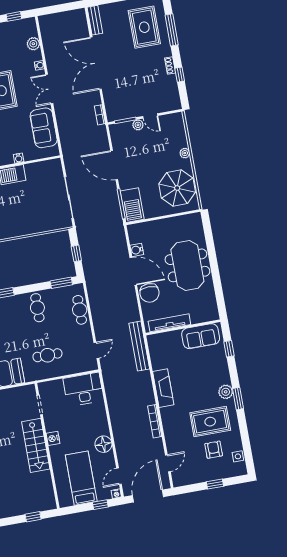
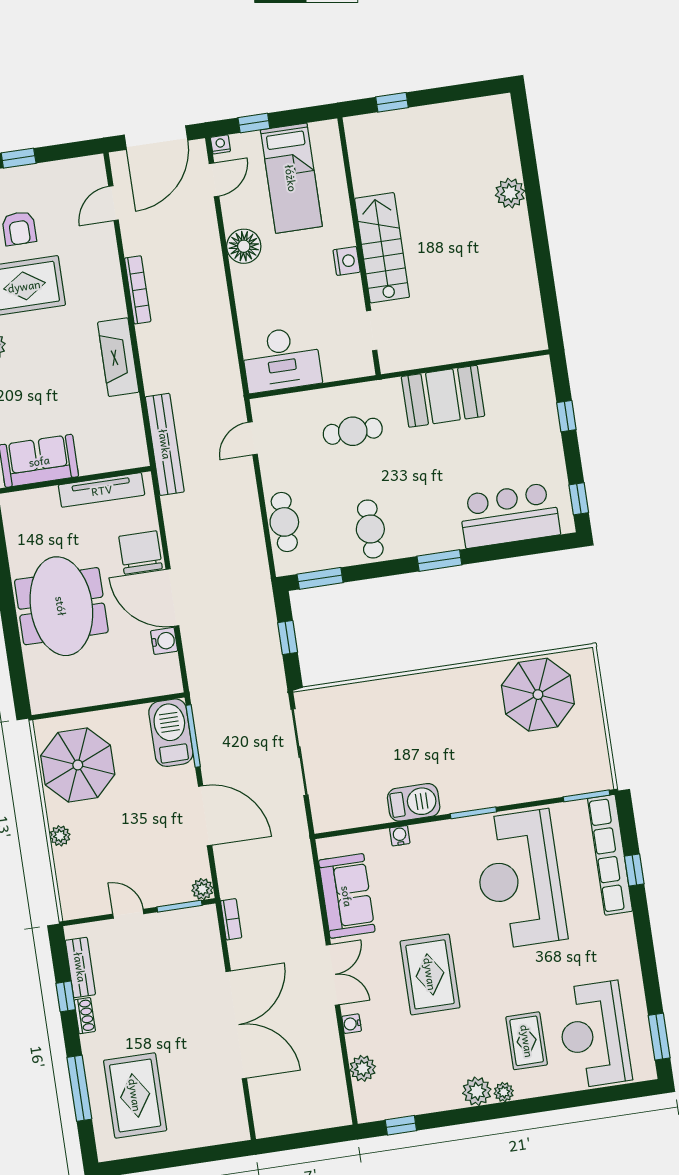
bench: (95, 20) -> (80, 967), moved
plant: (138, 125) -> (202, 889), moved

